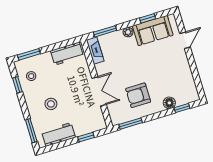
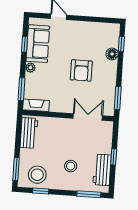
stool: (31, 76) -> (37, 175), width x1.89, depth x1.89
double door: (99, 91) -> (88, 117), moved
armchair: (138, 95) -> (81, 70), moved
window: (86, 137) -> (114, 157), moved

